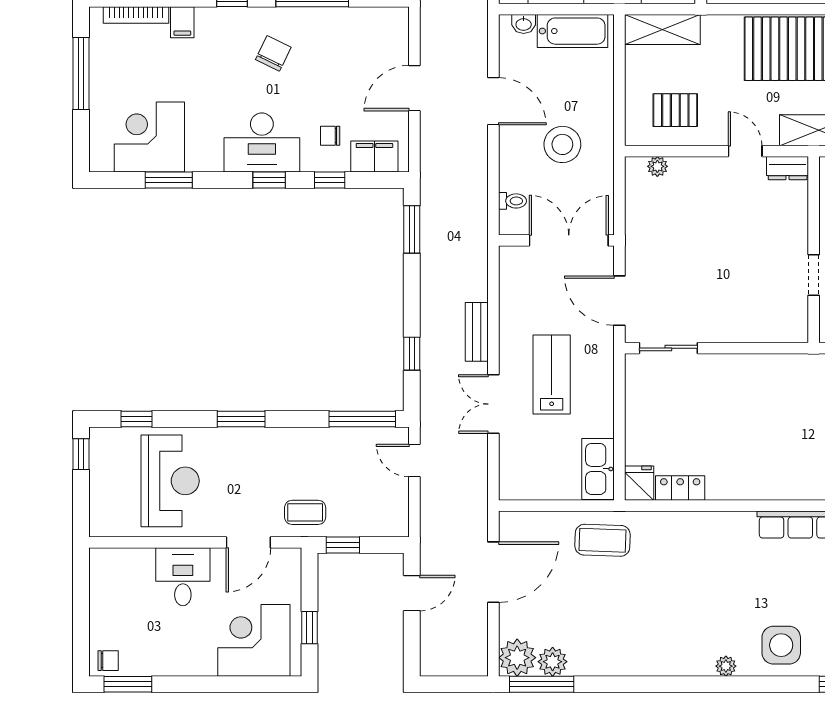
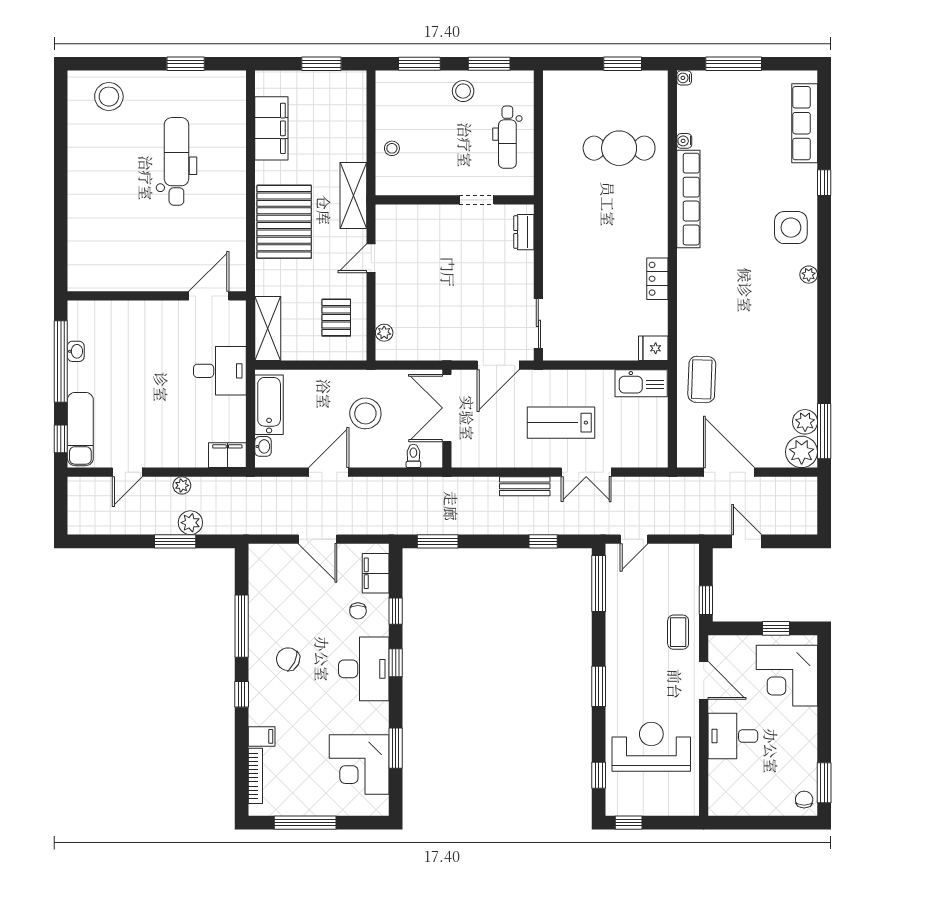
dresser: (788, 168) -> (524, 232), moved, turned 180
locker: (680, 488) -> (657, 279), moved

